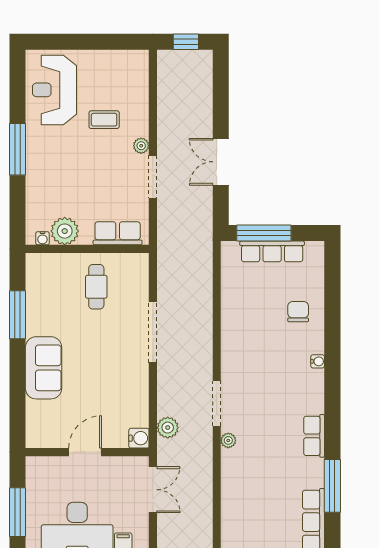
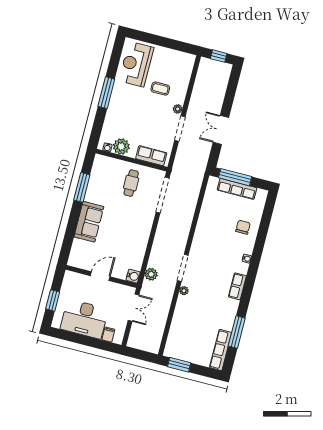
doorway: (153, 332) -> (163, 195), moved
row of seats: (314, 436) -> (237, 286), moved
window: (17, 512) -> (53, 300), width x0.69

